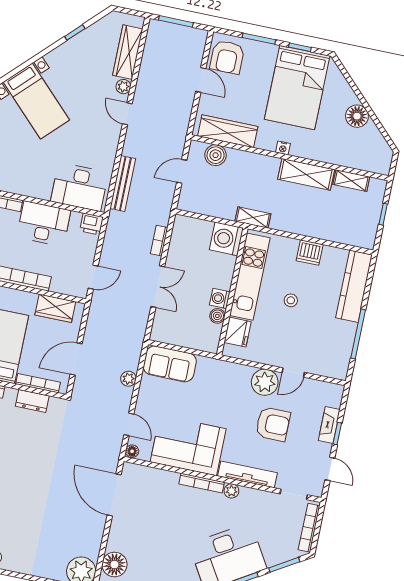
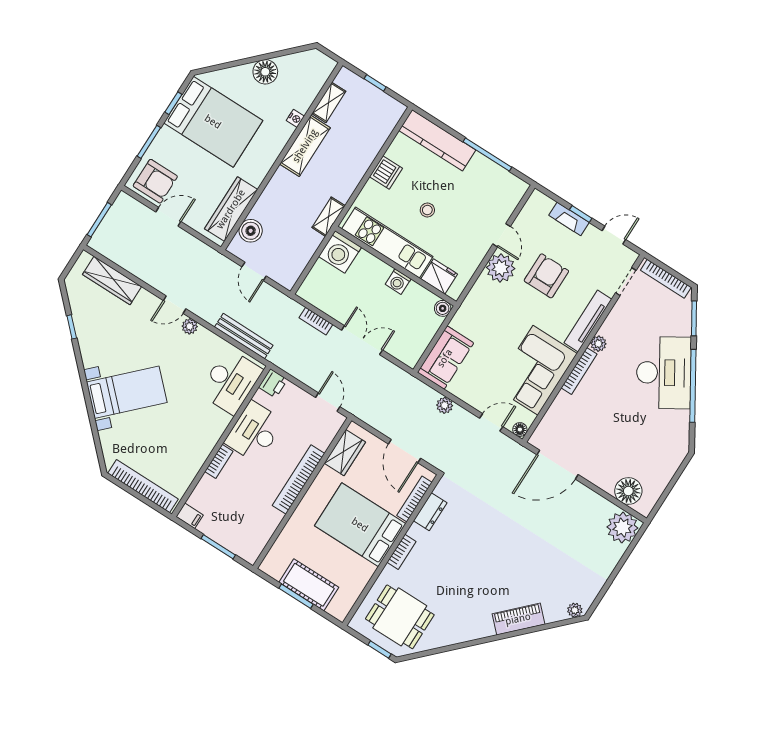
plant: (123, 87) -> (190, 326), moved
nightstand: (283, 148) -> (295, 118), moved
boiler: (217, 316) -> (443, 308), moved

